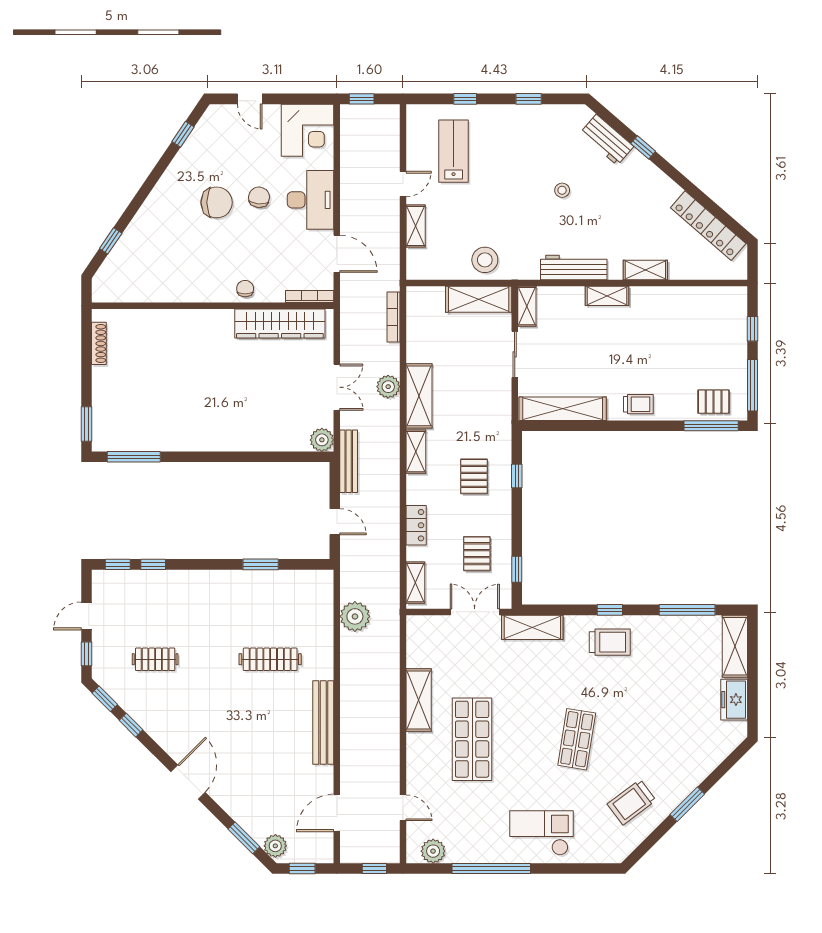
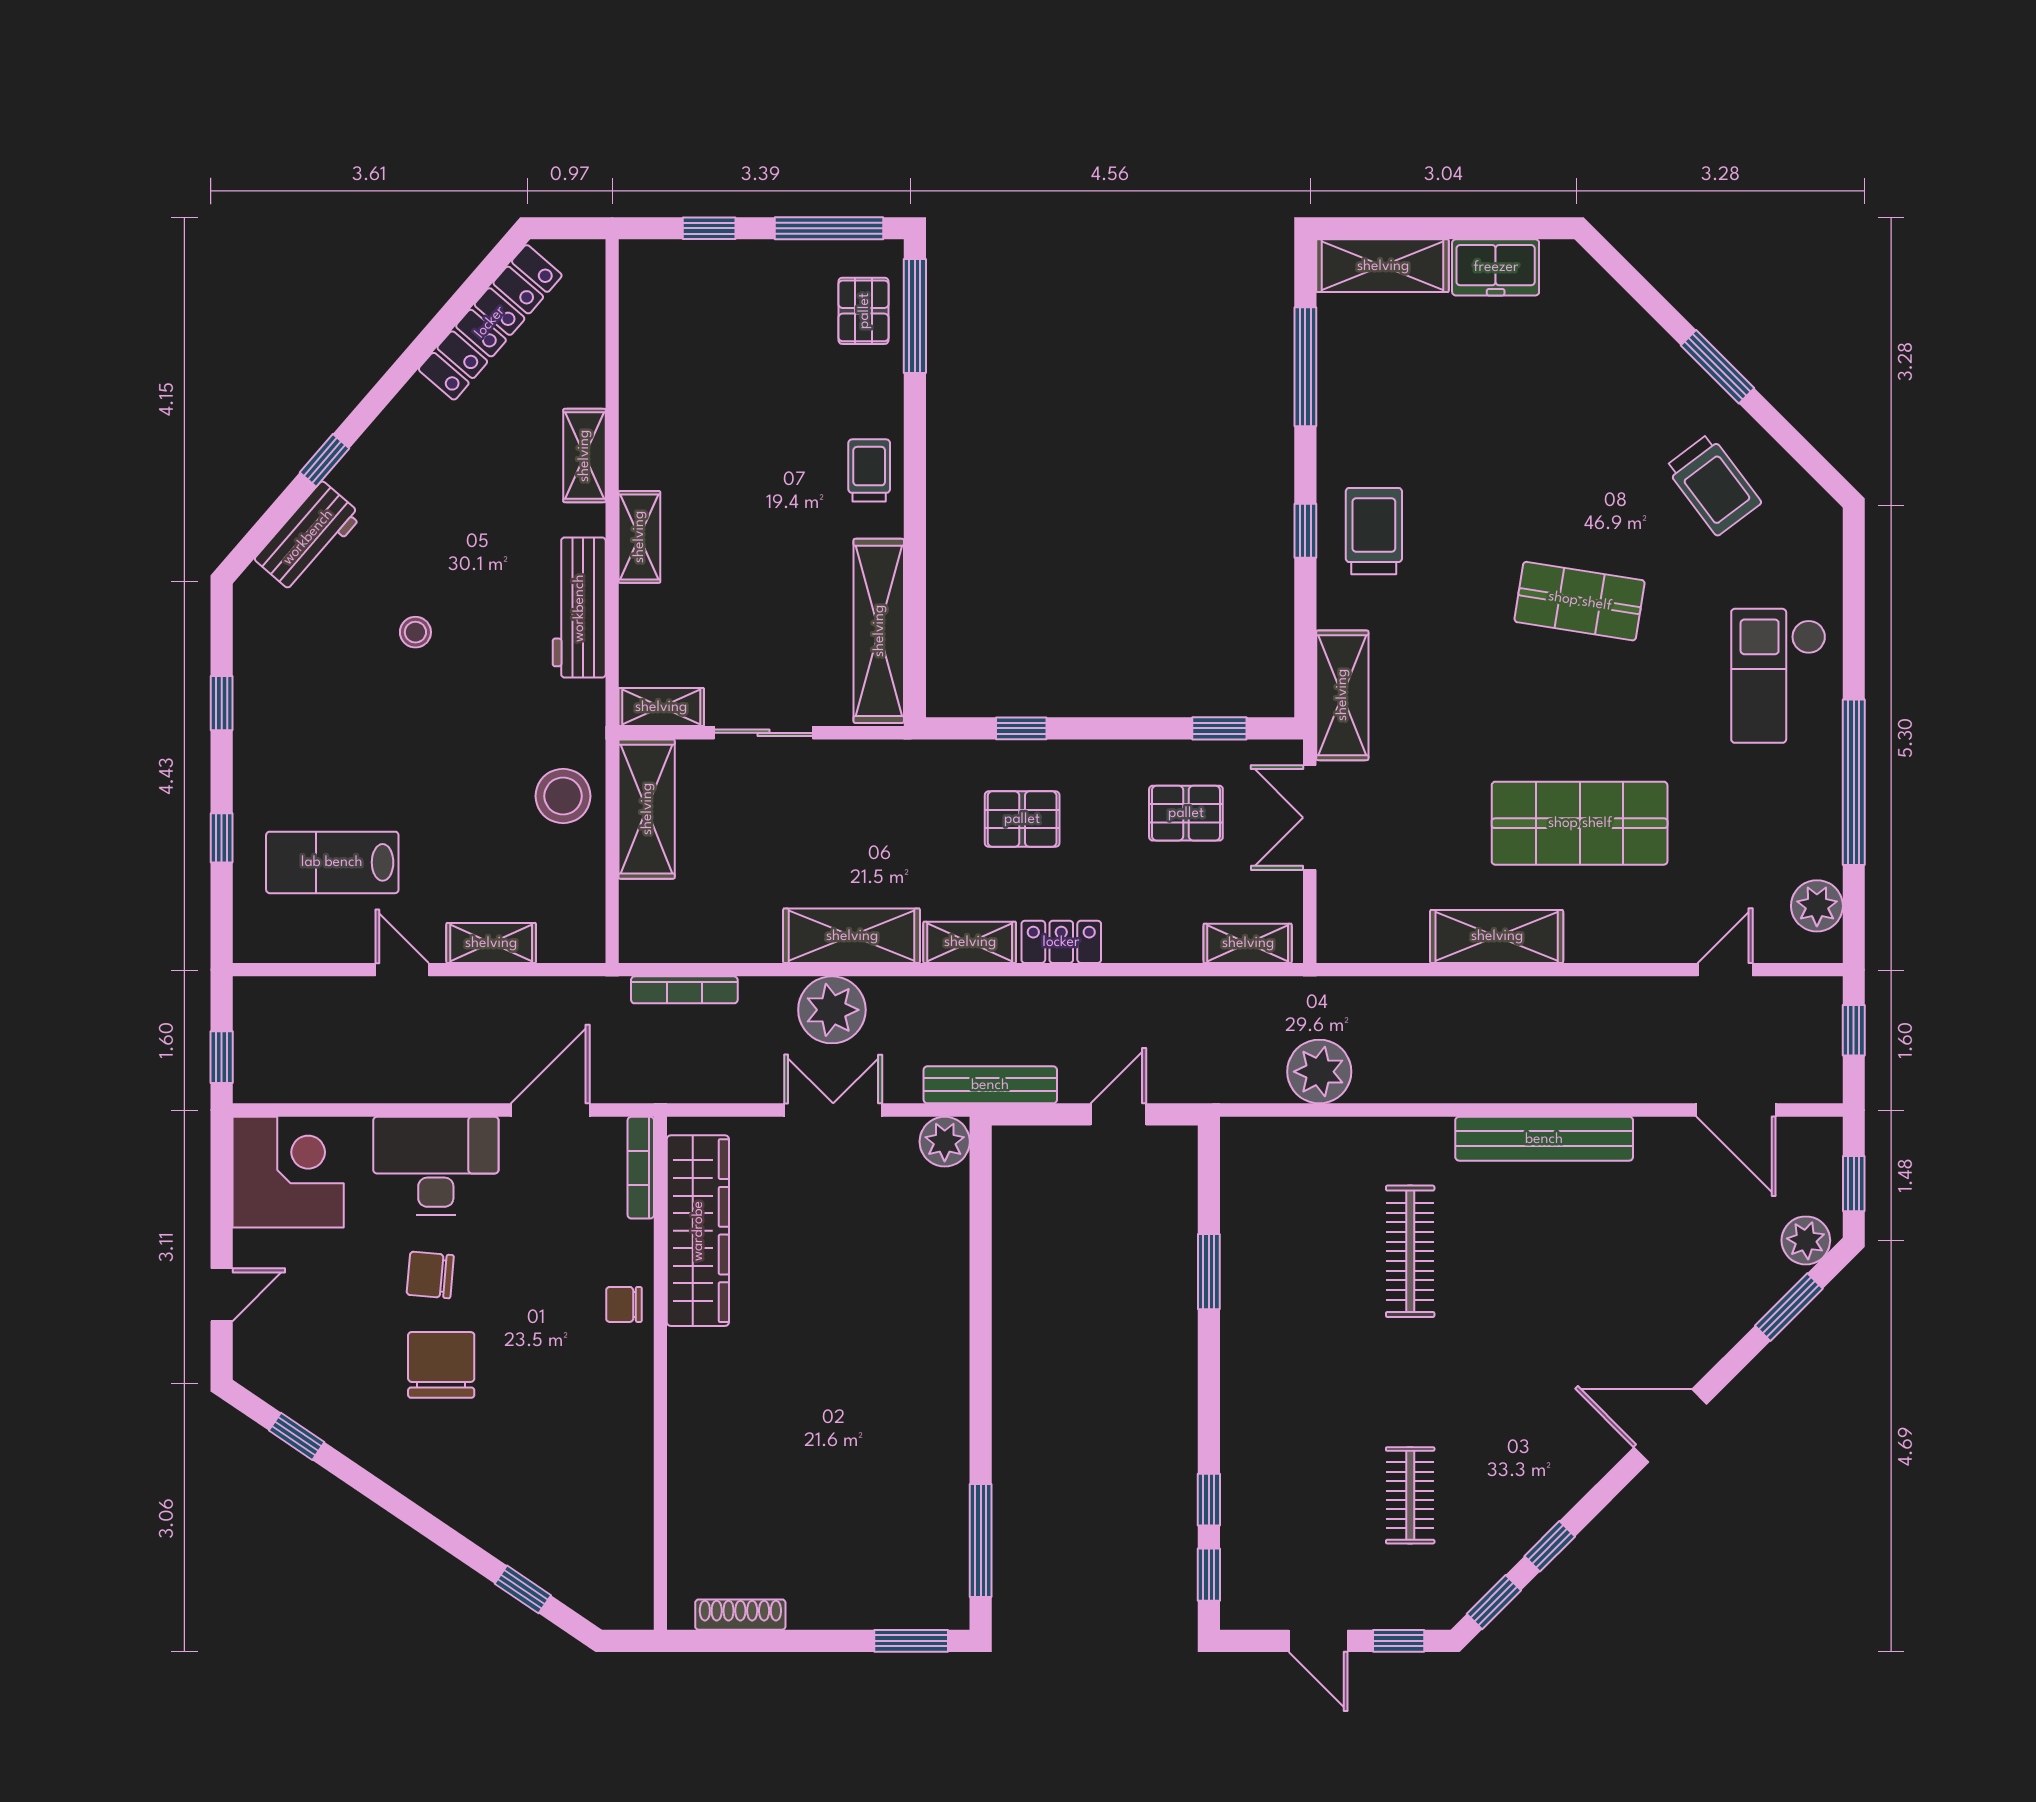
plant: (388, 387) -> (832, 1010), width x1.36, depth x1.36
locker: (416, 525) -> (1061, 942), moved

